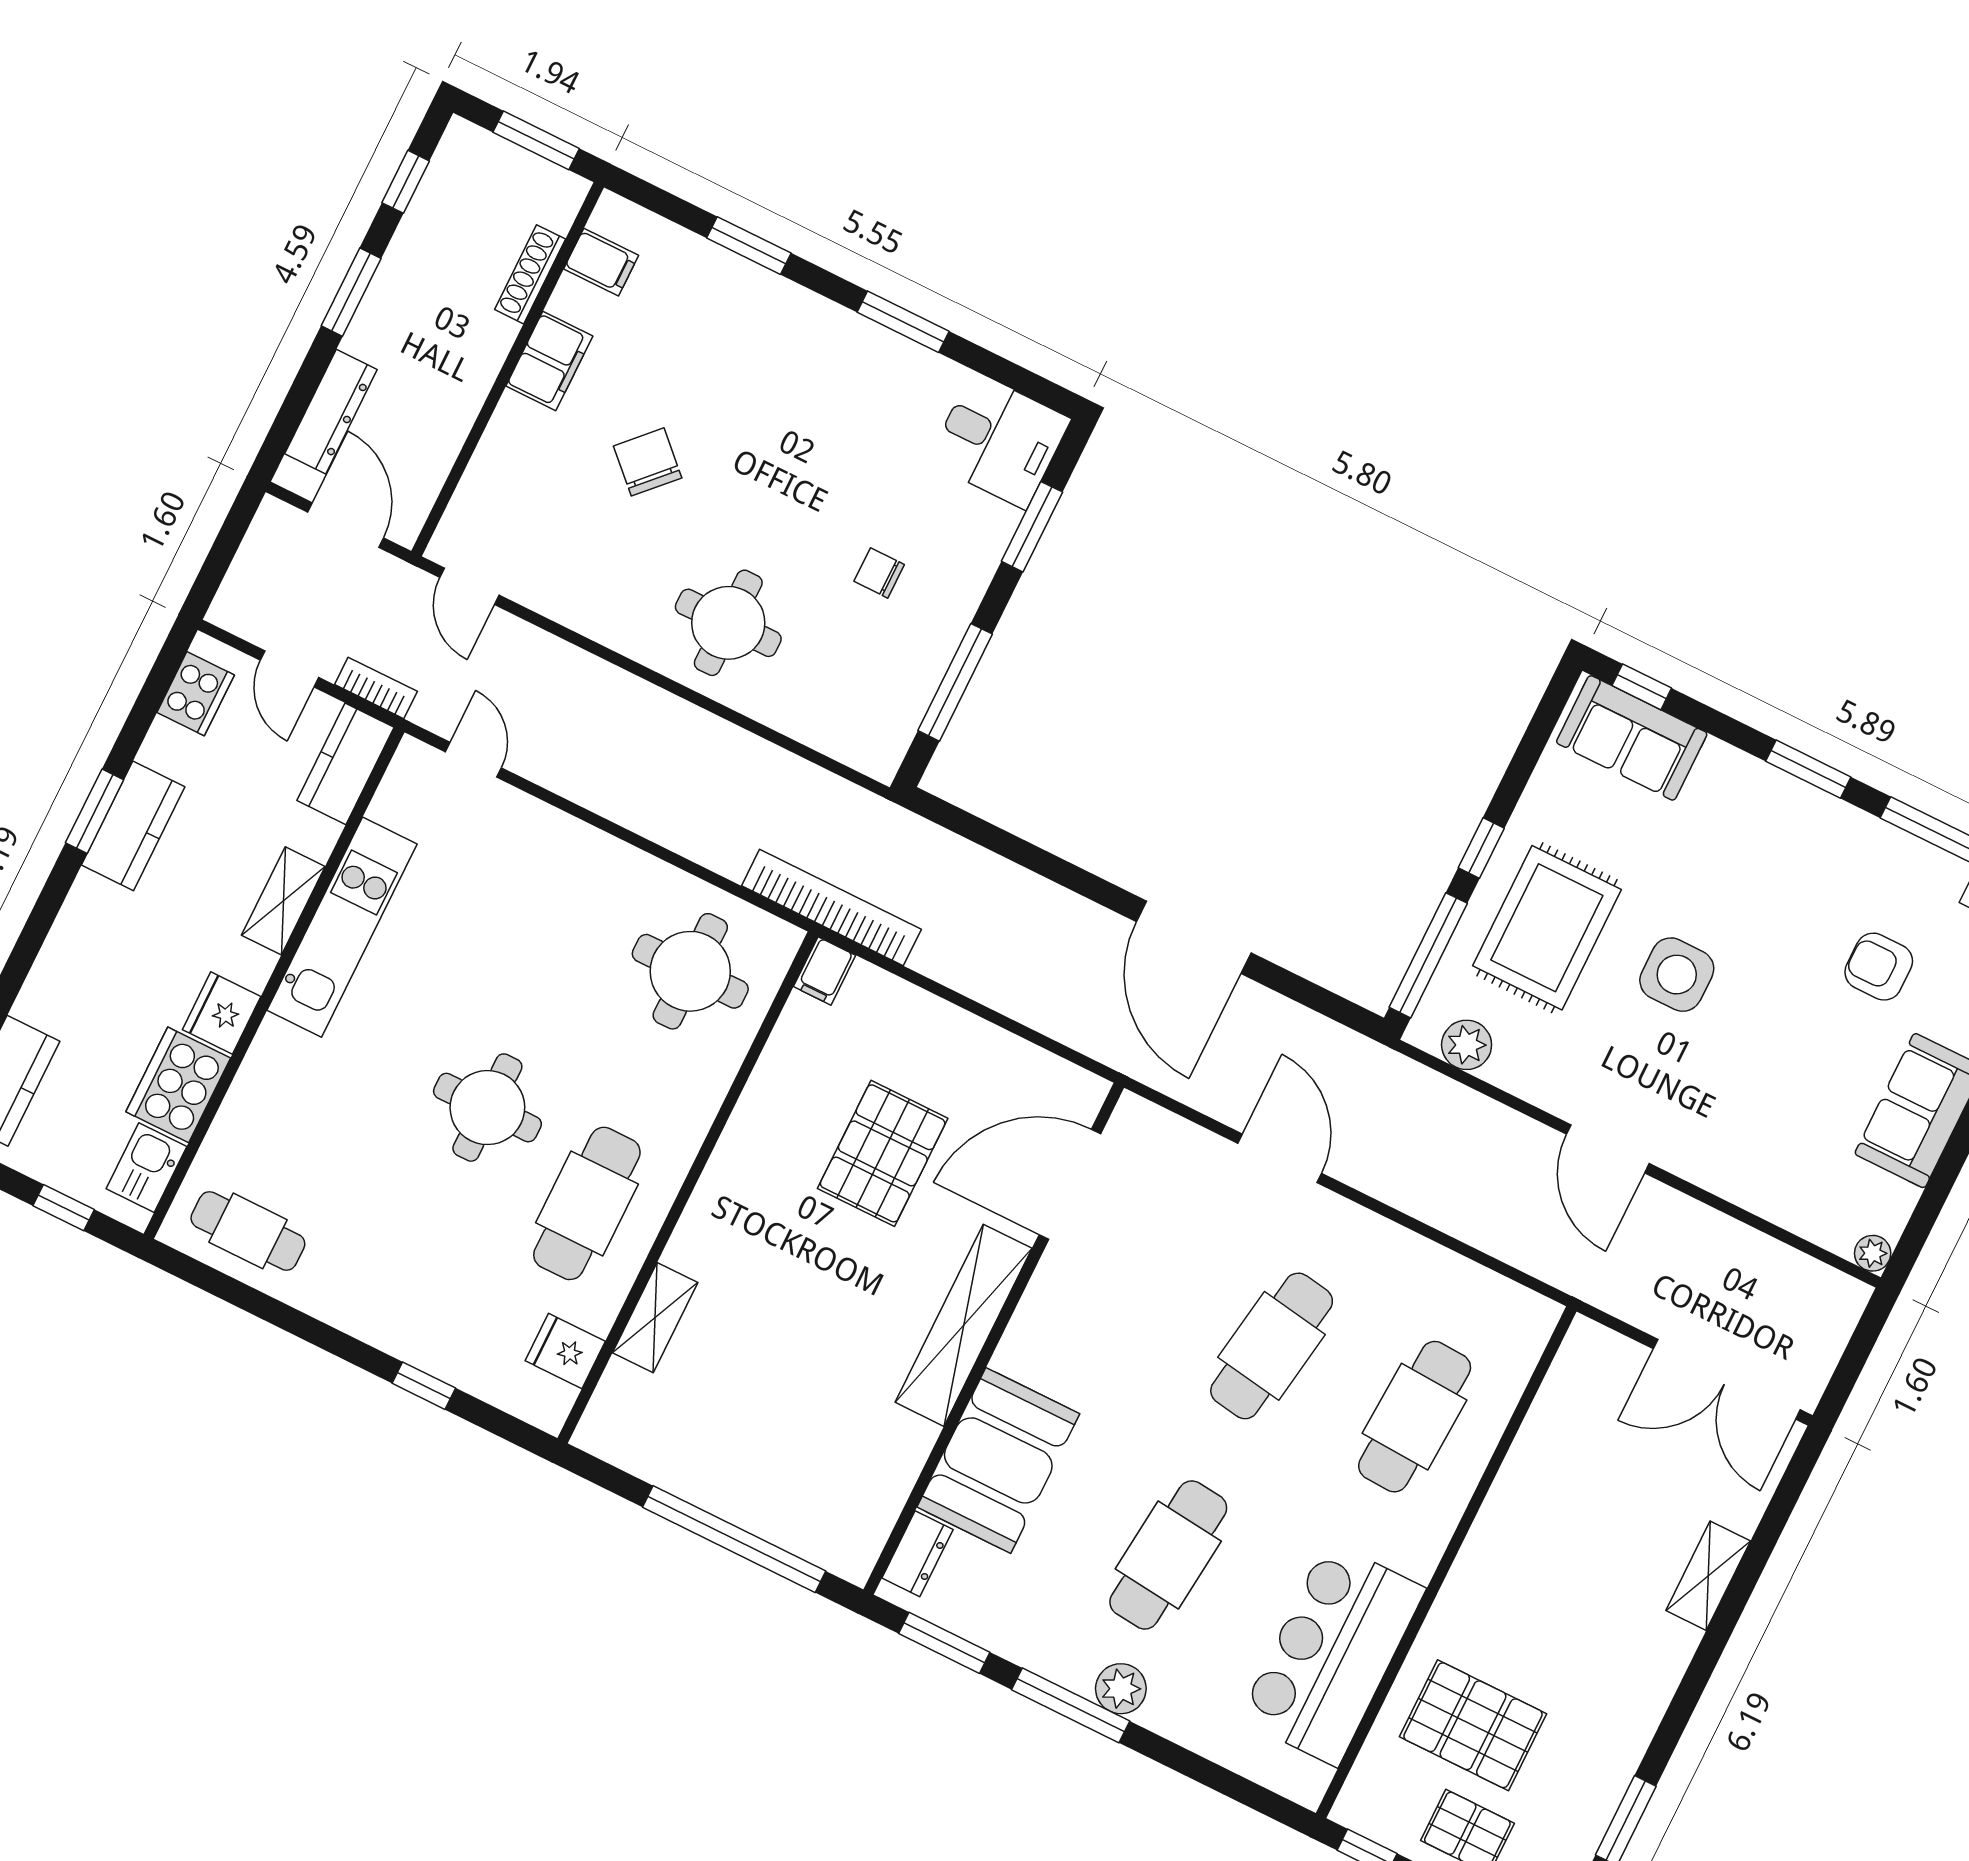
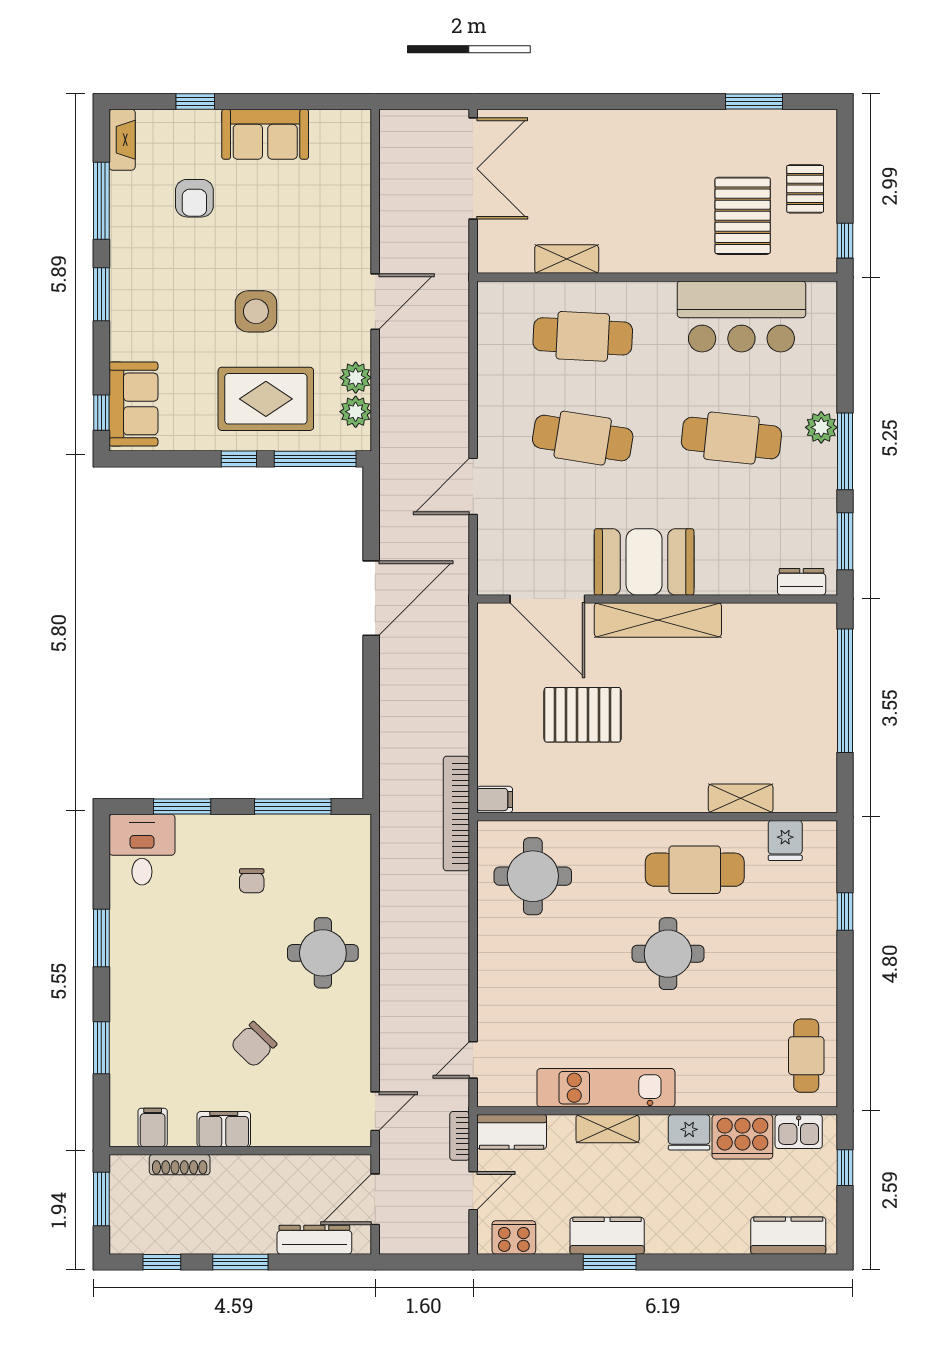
plant: (1873, 1253) -> (356, 378), moved, width x1.38, depth x1.38
booth: (998, 1460) -> (644, 562), moved
shelving: (1708, 1576) -> (567, 259), moved

